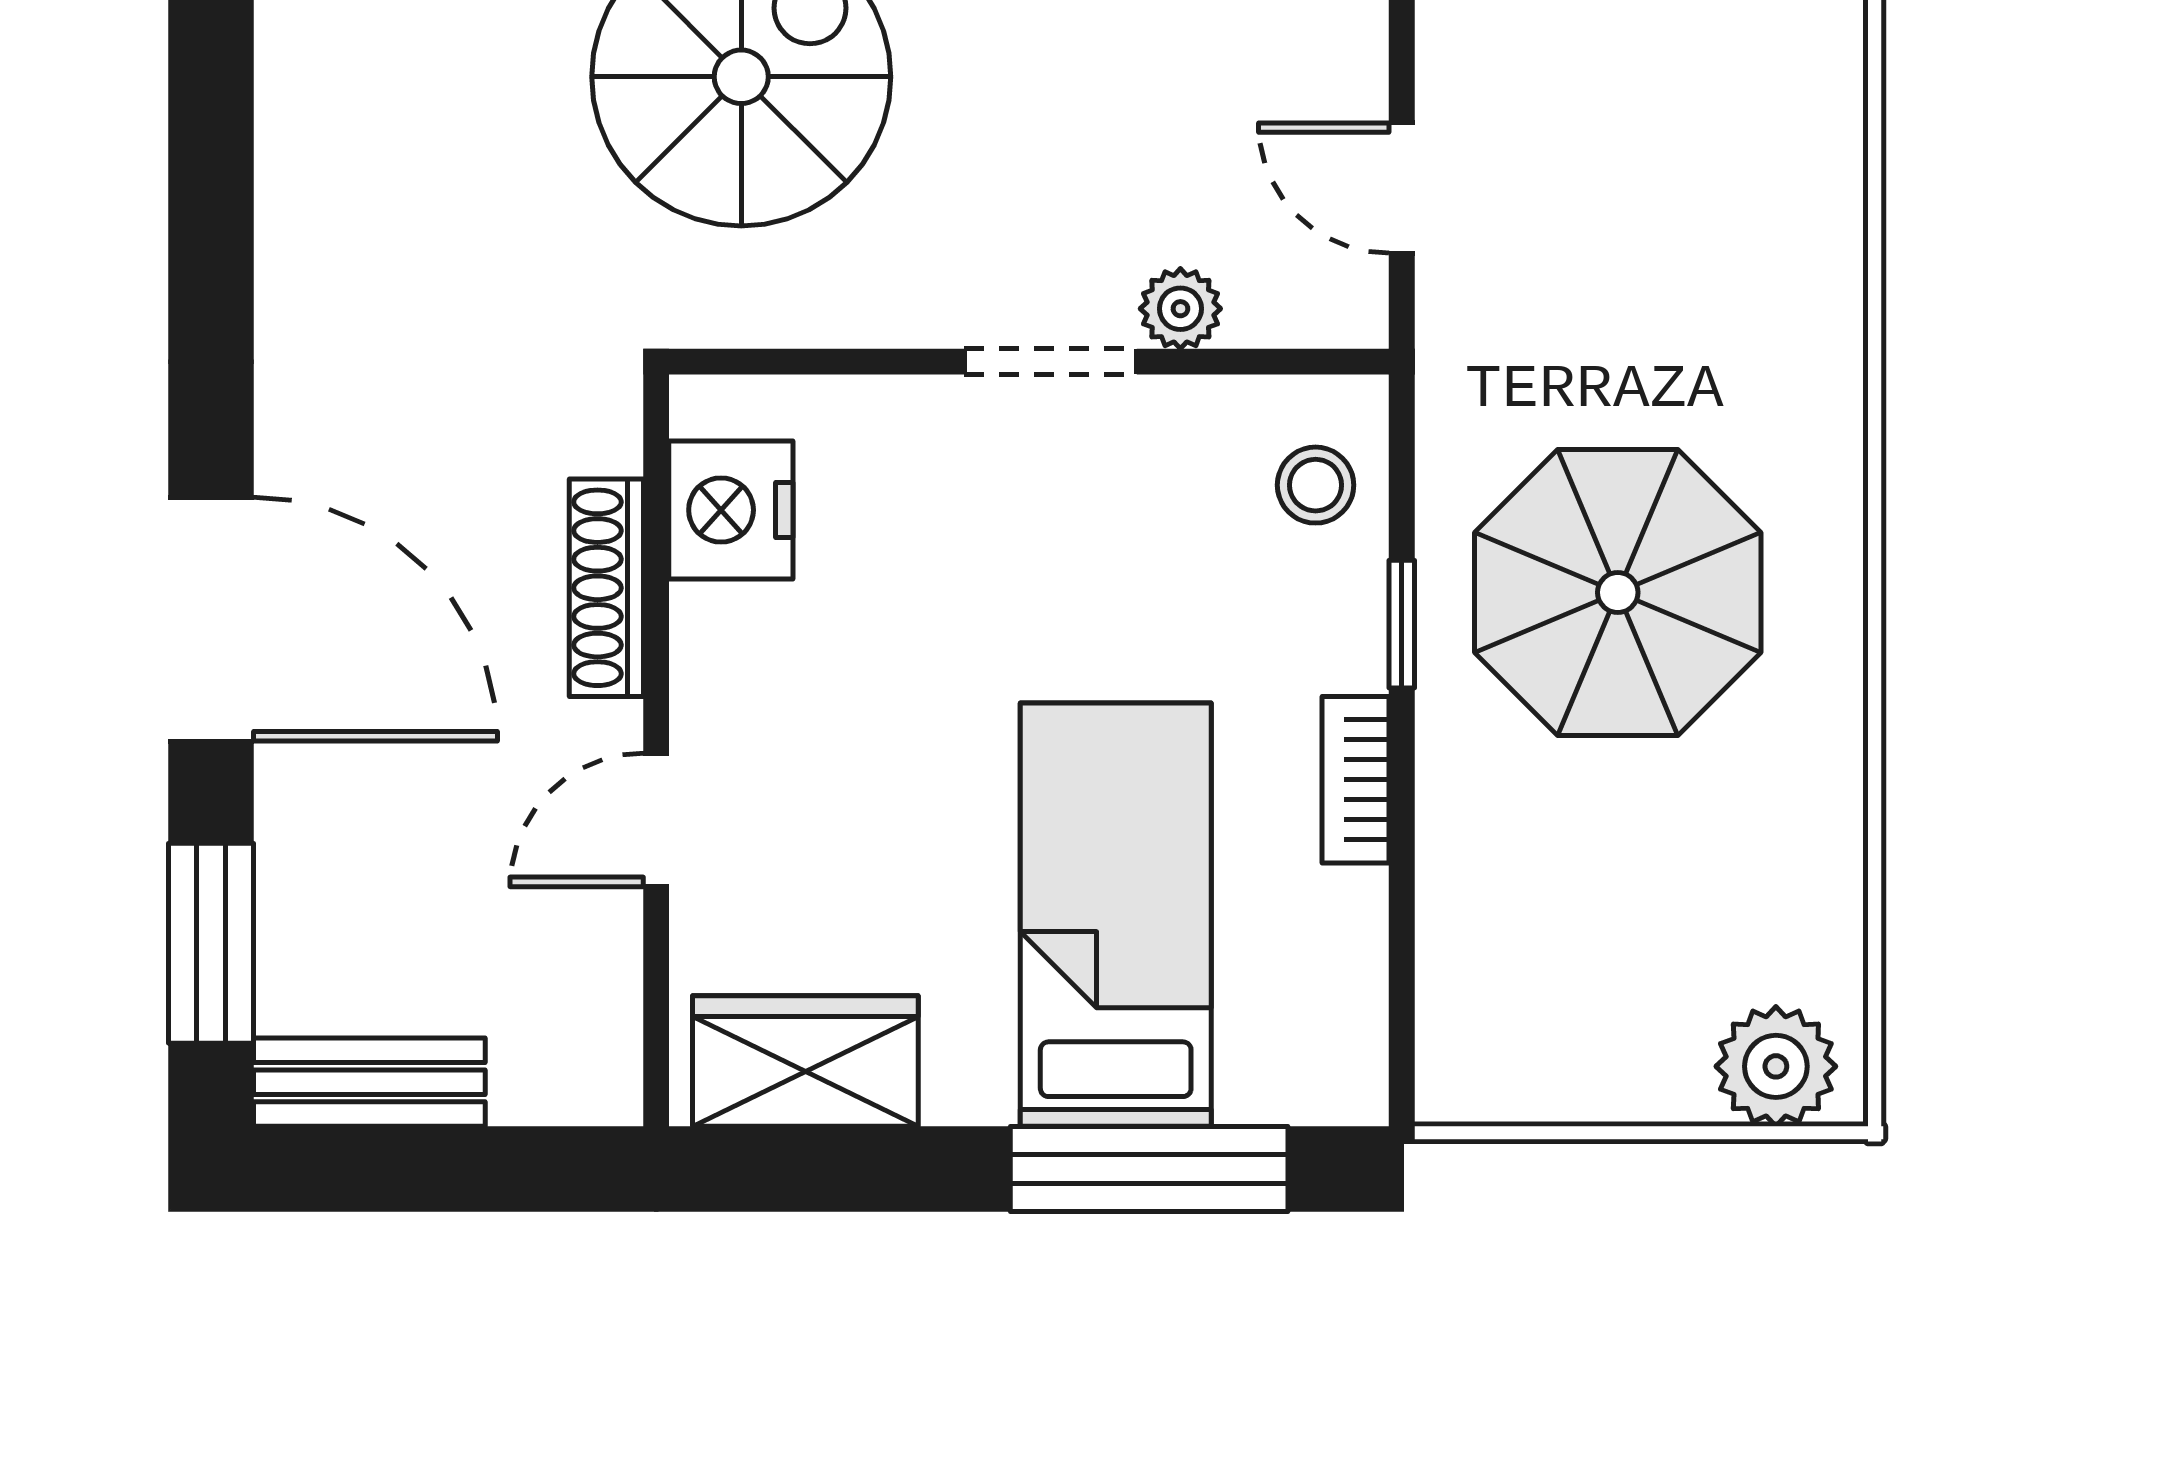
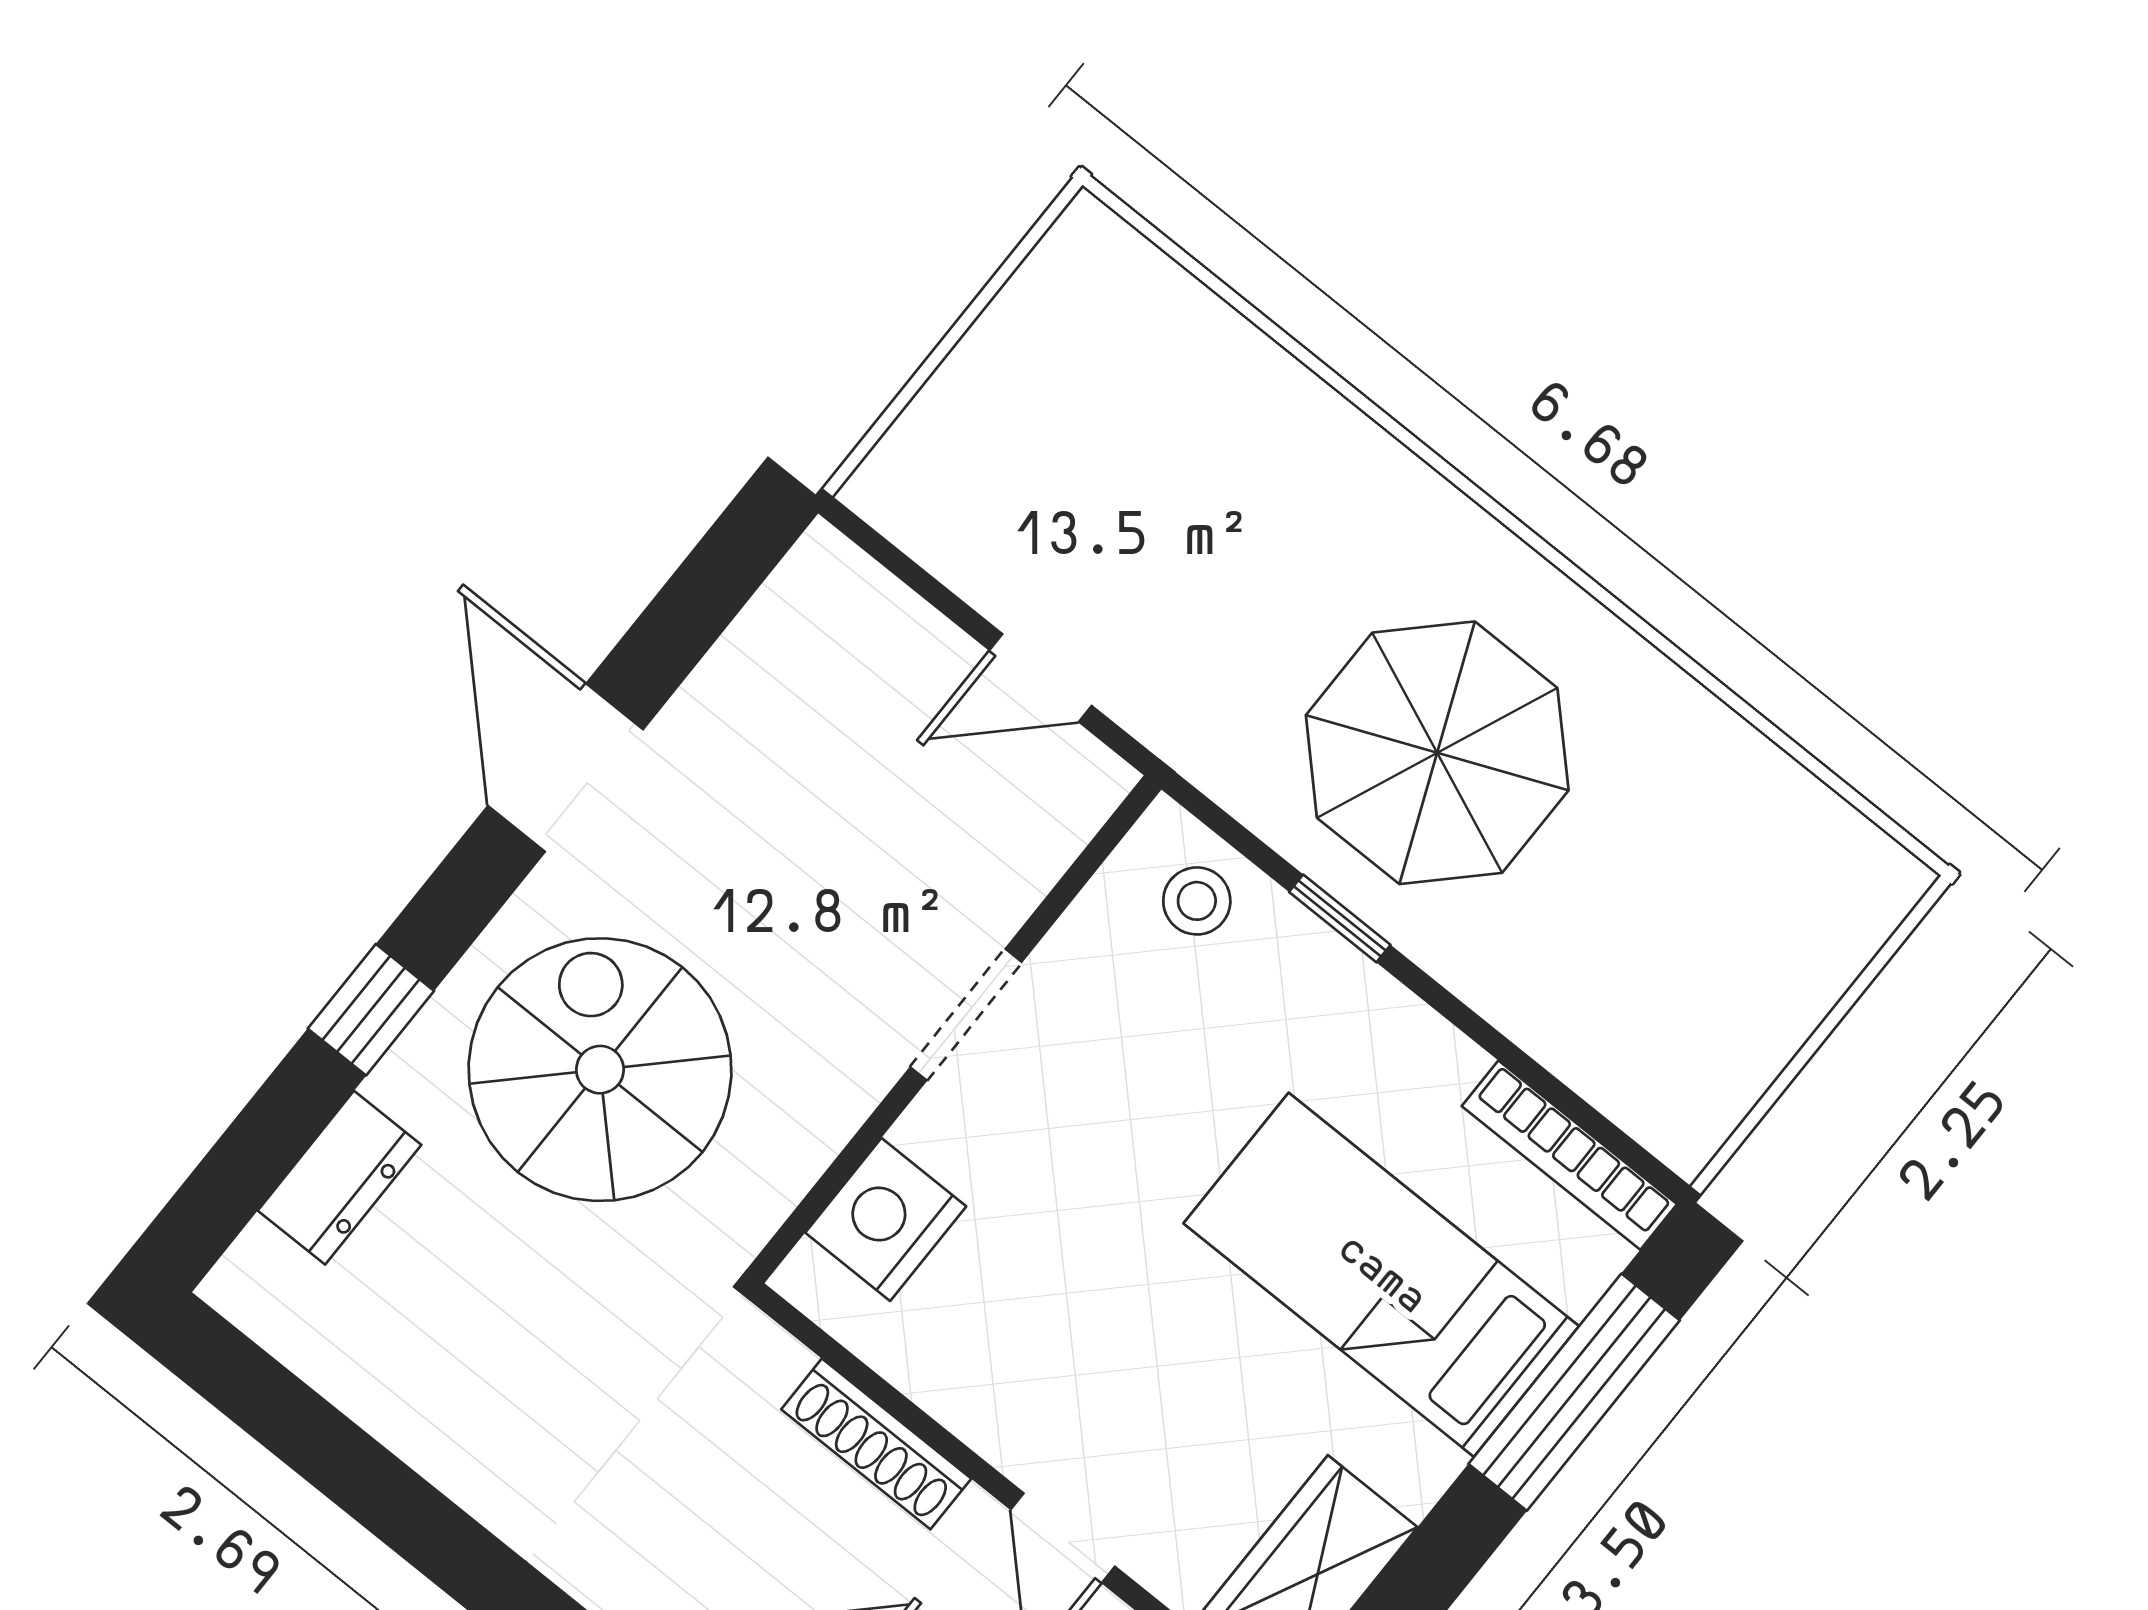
plant: (1180, 309) -> (1001, 896), removed
nightstand: (731, 510) -> (886, 1219), moved, turned 90
bookcase: (1356, 780) -> (1569, 1155), moved, width x1.56
plant: (1776, 1066) -> (1849, 906), removed

